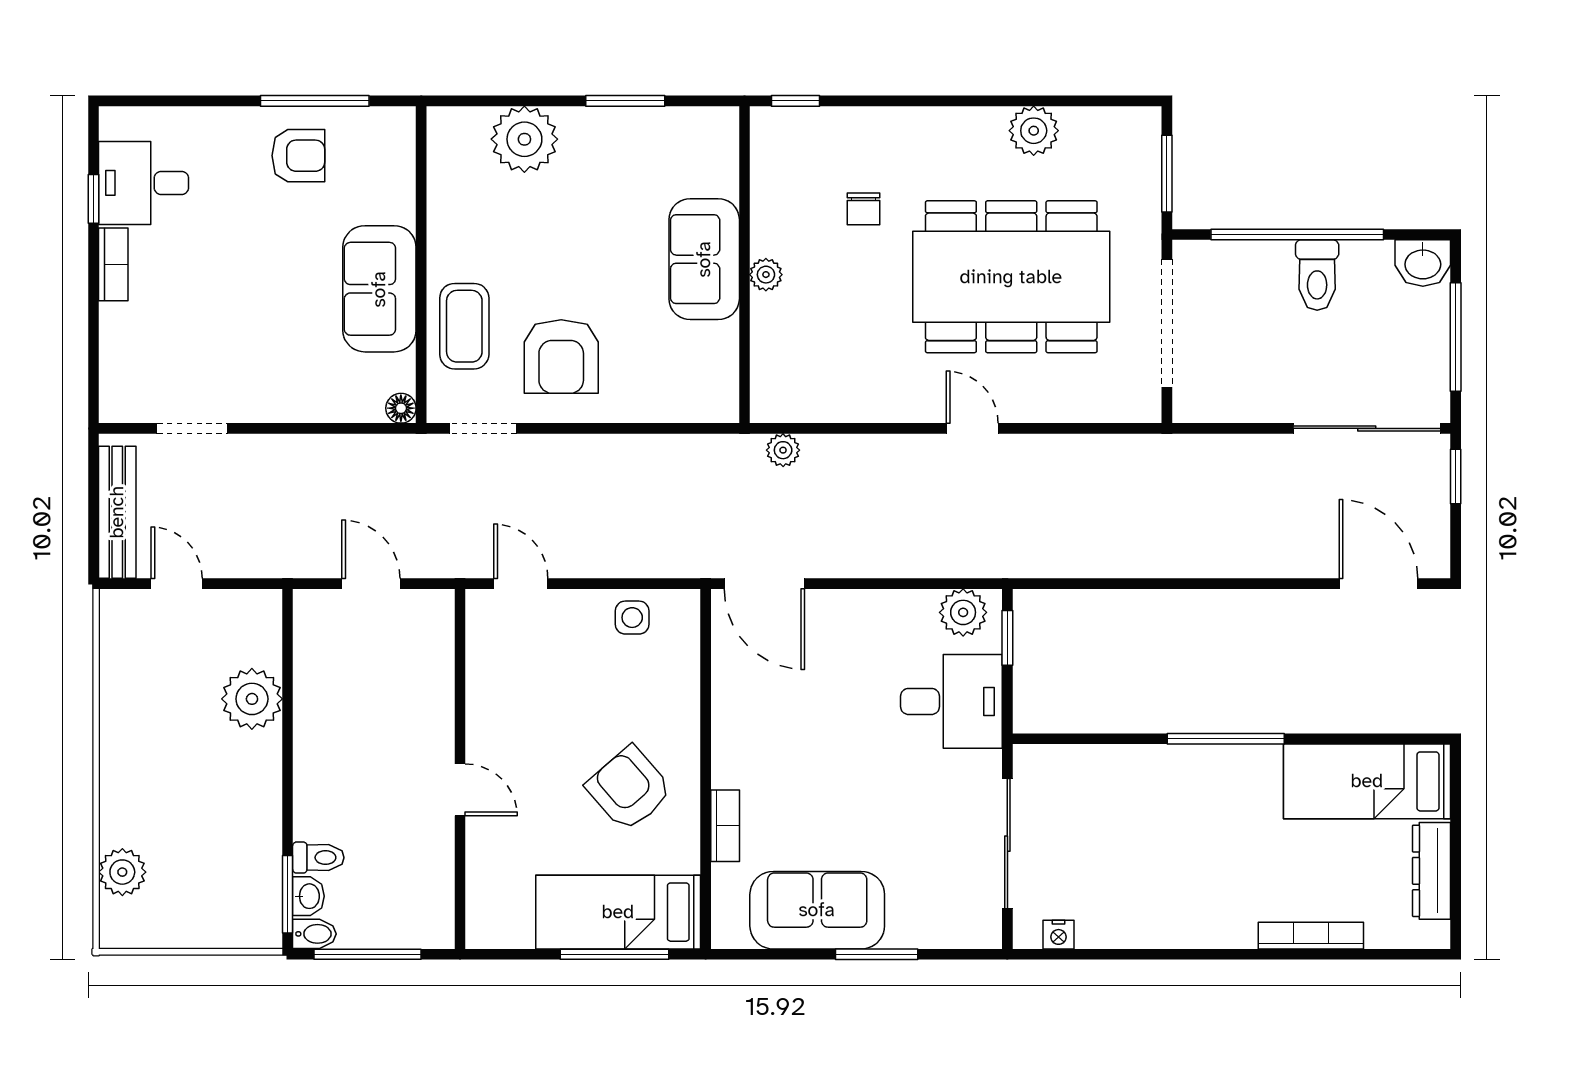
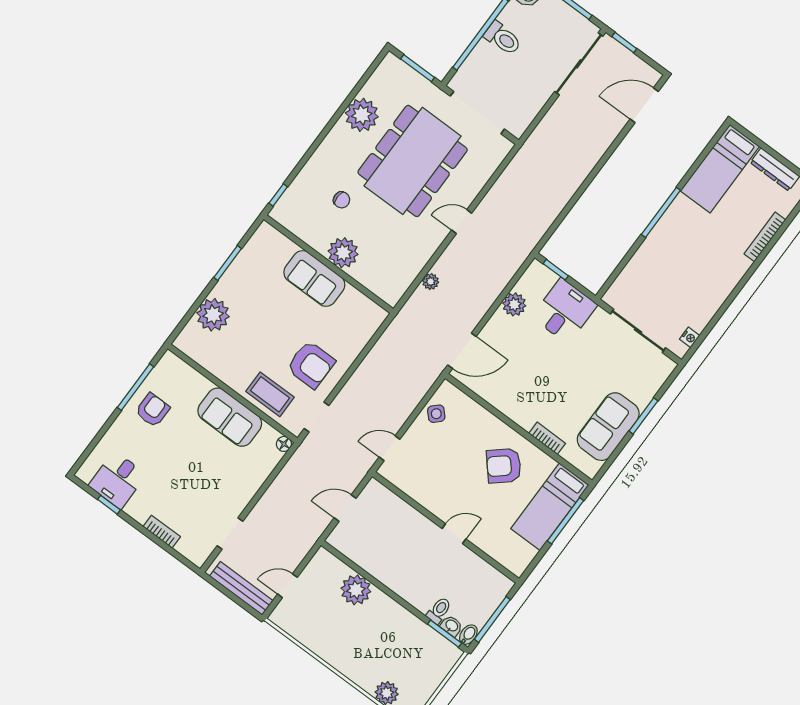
plant: (1034, 131) -> (362, 115), width x1.36, depth x1.36
bookcase: (113, 264) -> (162, 532), moved
plant: (766, 275) -> (343, 253), width x1.88, depth x1.88
plant: (783, 450) -> (431, 282), moved
plant: (963, 612) -> (514, 304), moved
side table: (632, 618) -> (436, 414), turned 45

